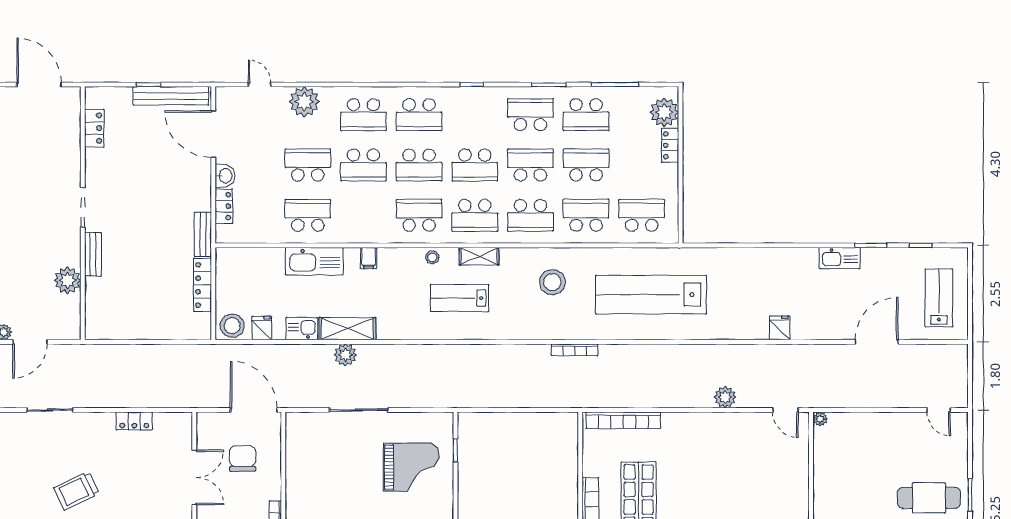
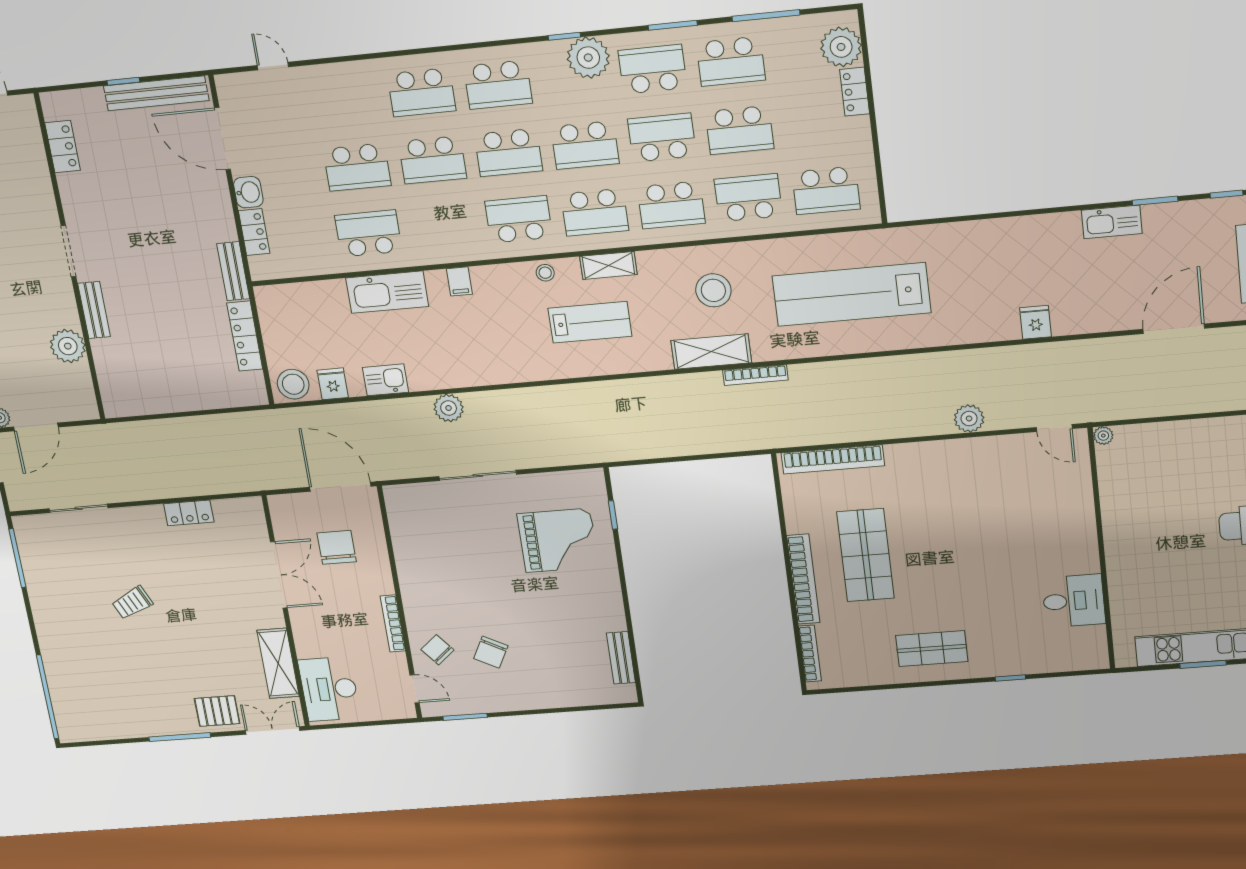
plant: (304, 102) -> (588, 58), moved
school desk: (308, 165) -> (357, 167), turned 180
school desk: (586, 165) -> (740, 130), turned 180
school desk: (642, 215) -> (826, 190), turned 180
lab bench: (460, 298) -> (590, 322), turned 180
shelving: (347, 329) -> (711, 352), moved
trolley: (76, 491) -> (132, 603), width x0.73, depth x0.72

